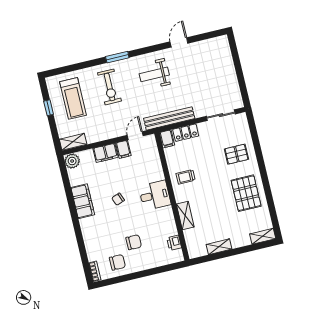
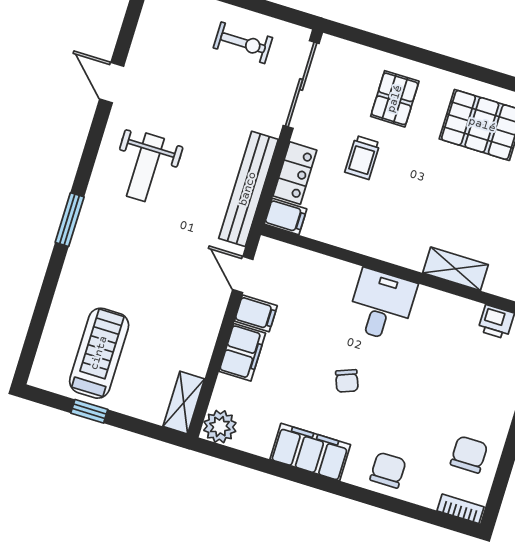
exercise bike: (109, 87) -> (243, 43), moved, width x0.73, depth x0.72
treadmill: (73, 98) -> (99, 353), turned -90
sliding door: (221, 115) -> (301, 84), width x1.37
trolley: (186, 177) -> (362, 157), moved
chair: (134, 242) -> (388, 470), moved

